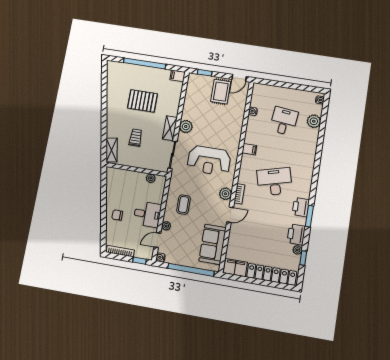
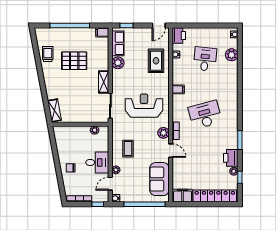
row of seats: (192, 90) -> (118, 43), added
rug: (221, 92) -> (156, 61), moved
plant: (186, 127) -> (118, 63), moved
trolley: (136, 138) -> (48, 54), moved
reception desk: (209, 161) -> (144, 106), turned 180
printer: (301, 207) -> (179, 35), moved, turned 180
door: (230, 215) -> (171, 151), hinge flipped

